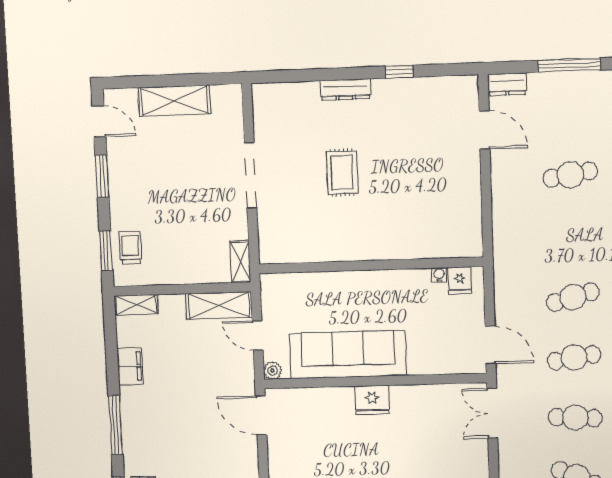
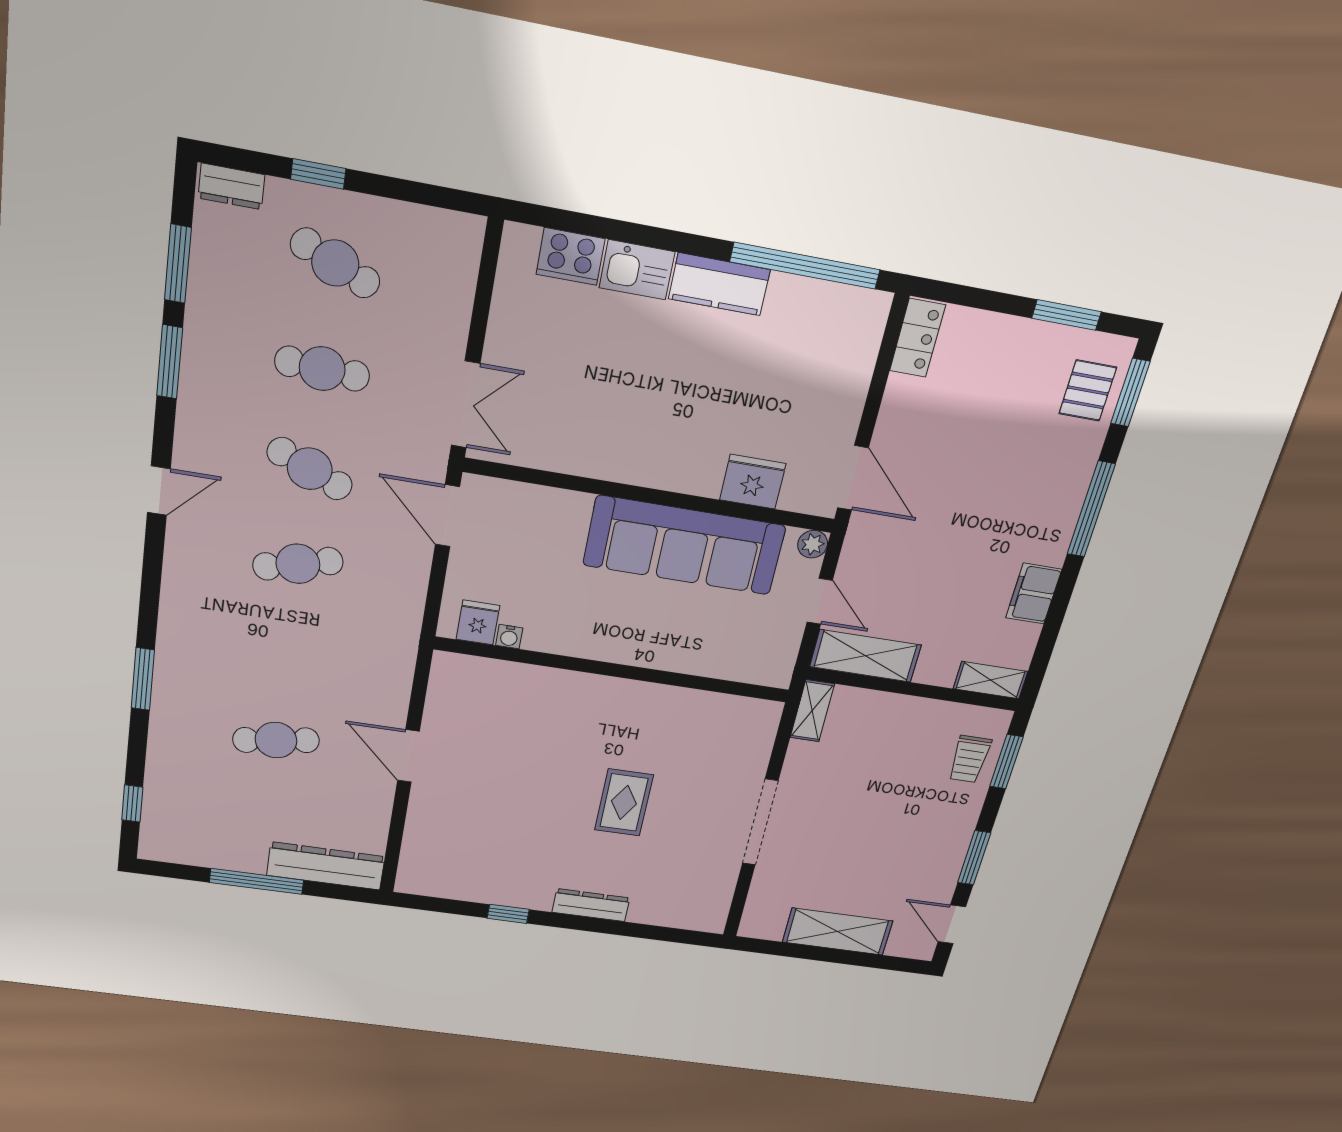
dresser: (507, 84) -> (326, 866), width x1.96, depth x1.24
door: (485, 130) -> (408, 756), moved
cafe table: (574, 358) -> (310, 469), turned 33
fridge: (372, 400) -> (753, 482), moved

